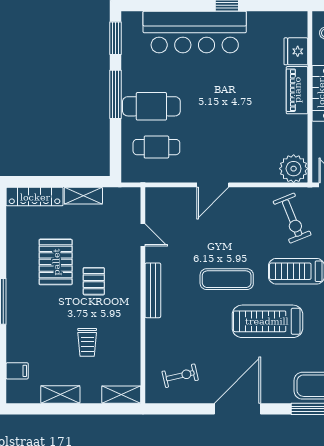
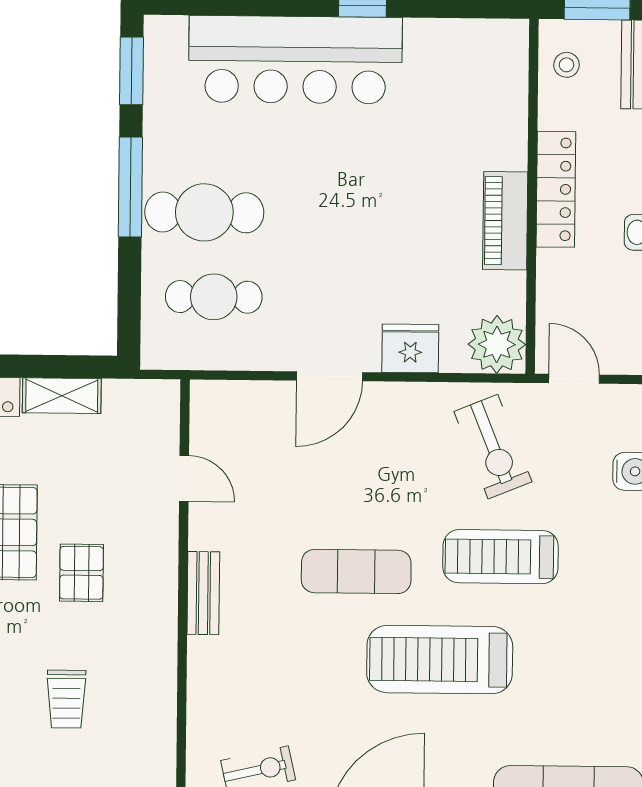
fridge: (296, 51) -> (410, 348), moved, turned 90
piano: (297, 90) -> (505, 221), moved
bench: (153, 290) -> (203, 593), width x0.73

